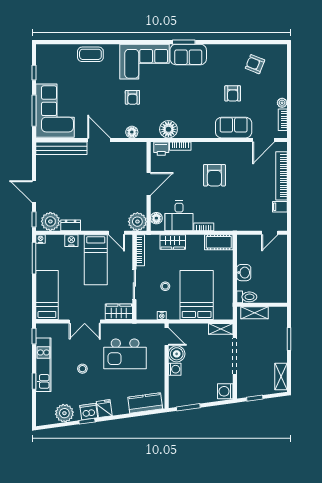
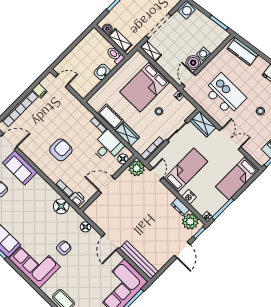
cot: (219, 242) -> (110, 117), moved
boiler: (275, 312) -> (107, 29), added

